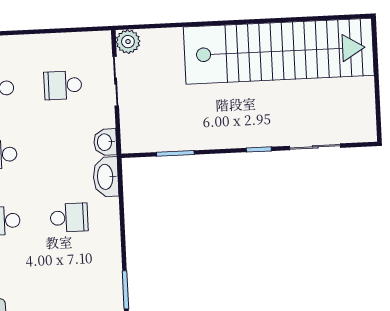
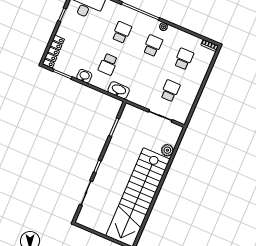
plant: (128, 42) -> (167, 150), moved
washbasin: (105, 142) -> (84, 76), moved

